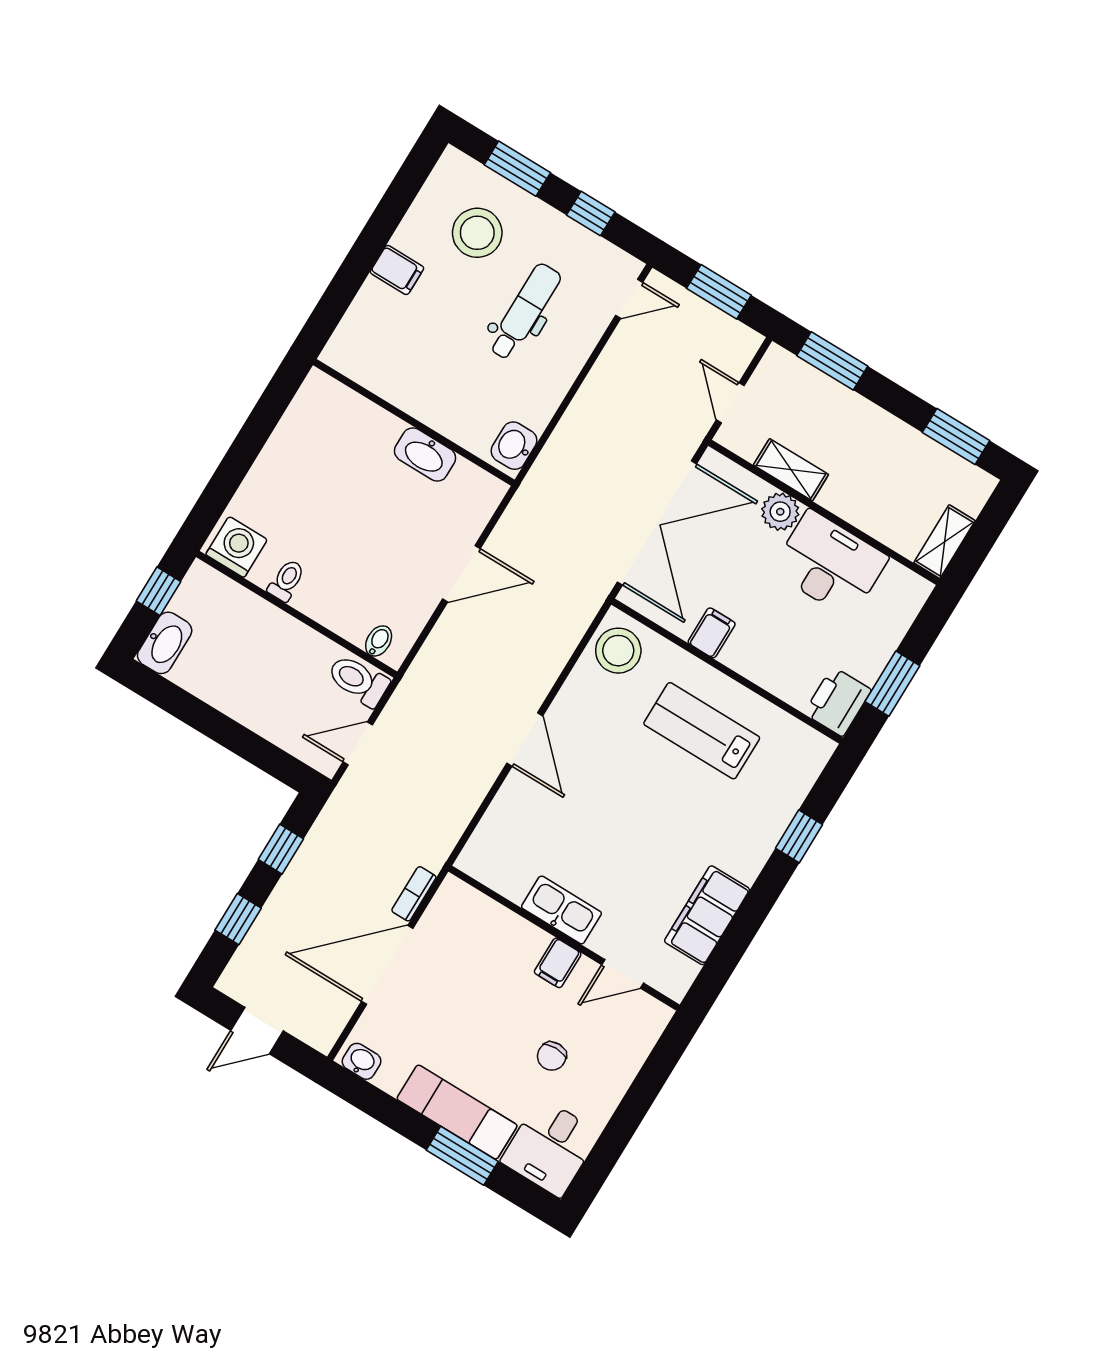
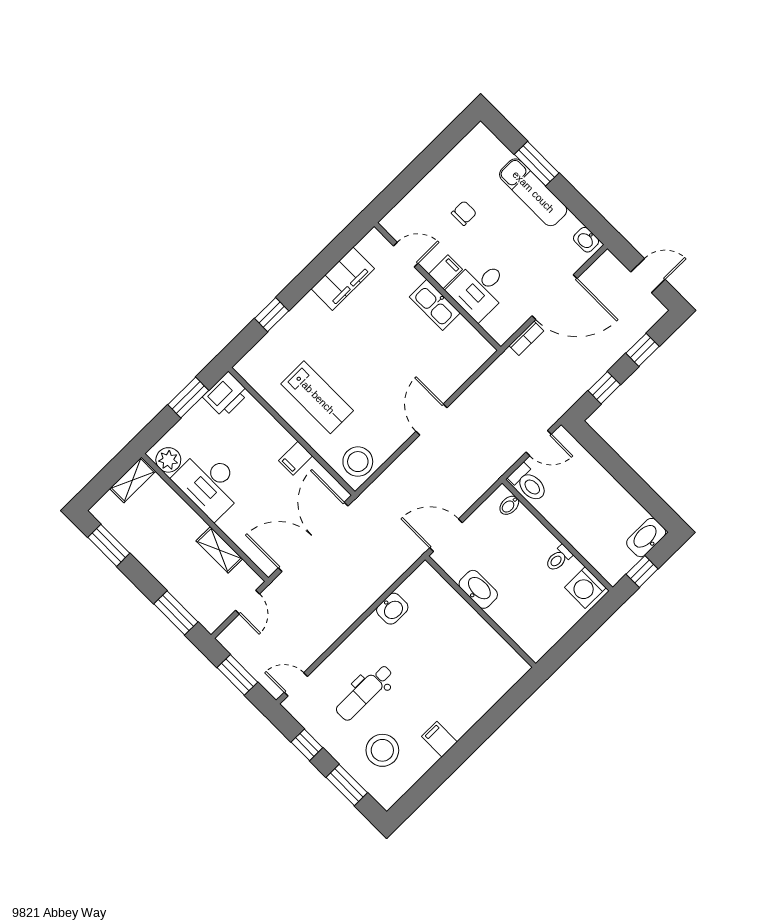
wall: (414, 422) -> (480, 612), moved
washbasin: (425, 454) -> (478, 589), moved
plant: (780, 512) -> (168, 460), moved
desk: (550, 1147) -> (479, 289), moved, turned 180

